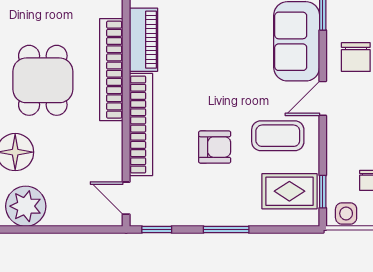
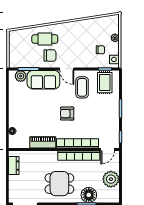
bookcase: (111, 70) -> (79, 156), moved
armchair: (215, 147) -> (67, 114), moved, turned -90
plant: (26, 206) -> (111, 179), moved

